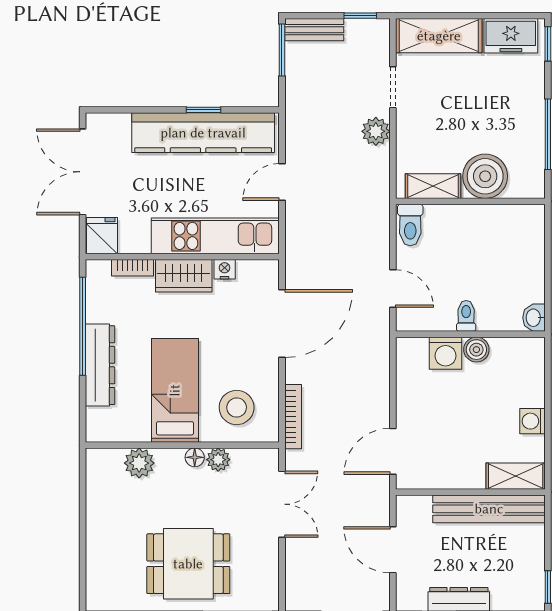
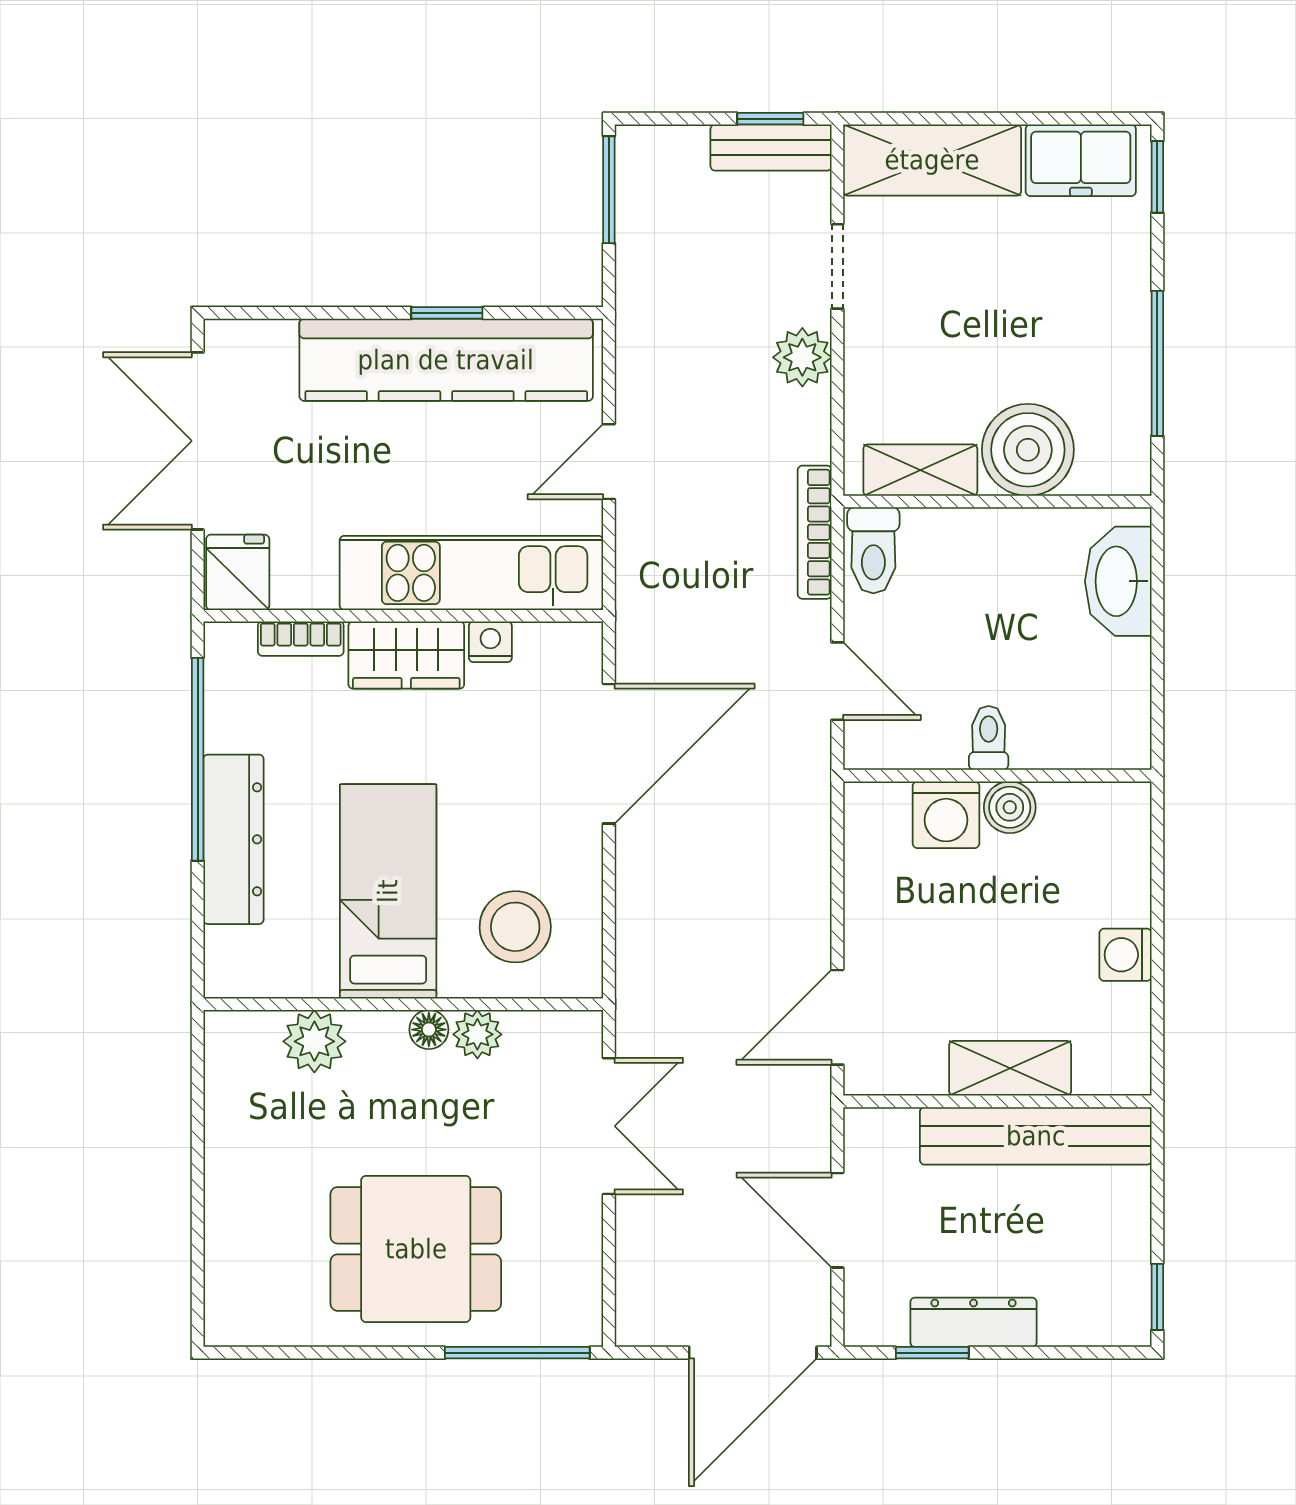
bench: (314, 30) -> (771, 148), moved
washbasin: (534, 318) -> (1118, 581), moved, width x1.91, depth x1.45
bookcase: (293, 417) -> (815, 532), moved, turned 180
shelving: (516, 476) -> (1010, 1068), moved

